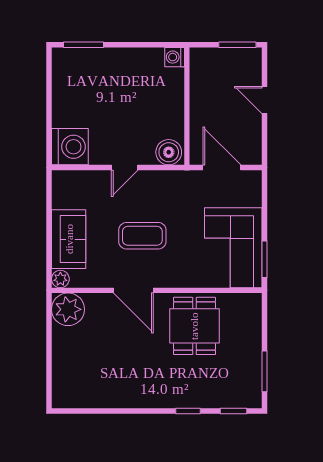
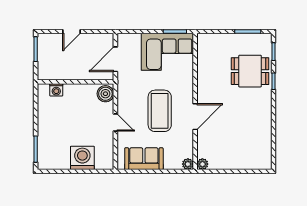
washing machine: (175, 57) -> (56, 90), moved
washing machine: (70, 147) -> (82, 158), moved
coffee table: (142, 236) -> (160, 111), width x1.36, depth x1.32
sofa: (69, 239) -> (144, 159), moved
plant: (68, 309) -> (202, 164), width x0.53, depth x0.53
dining table: (194, 326) -> (250, 71), moved

